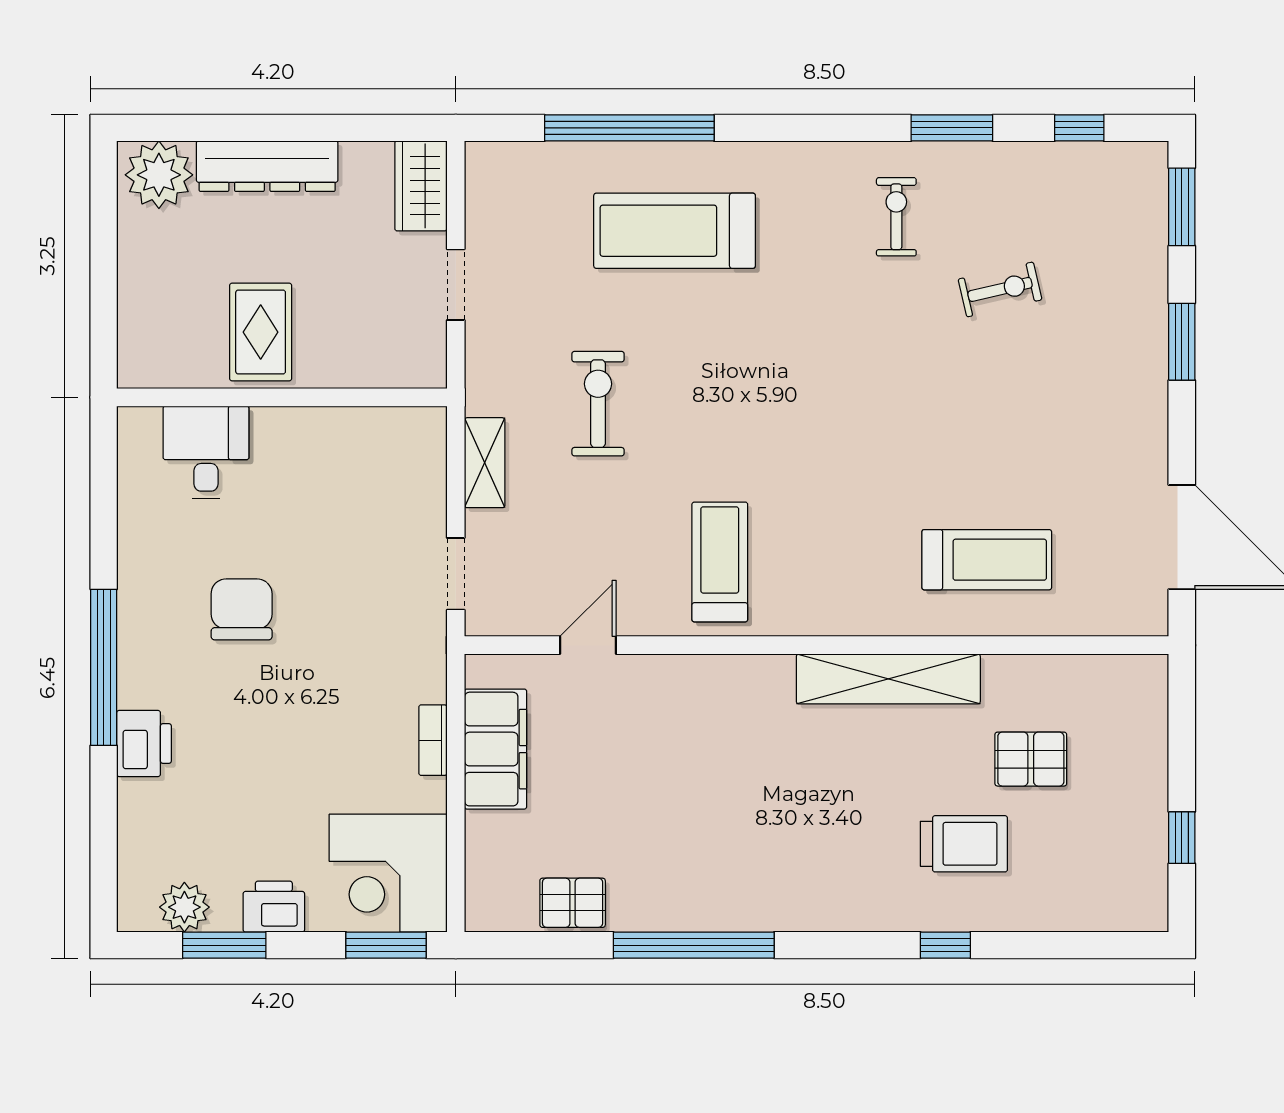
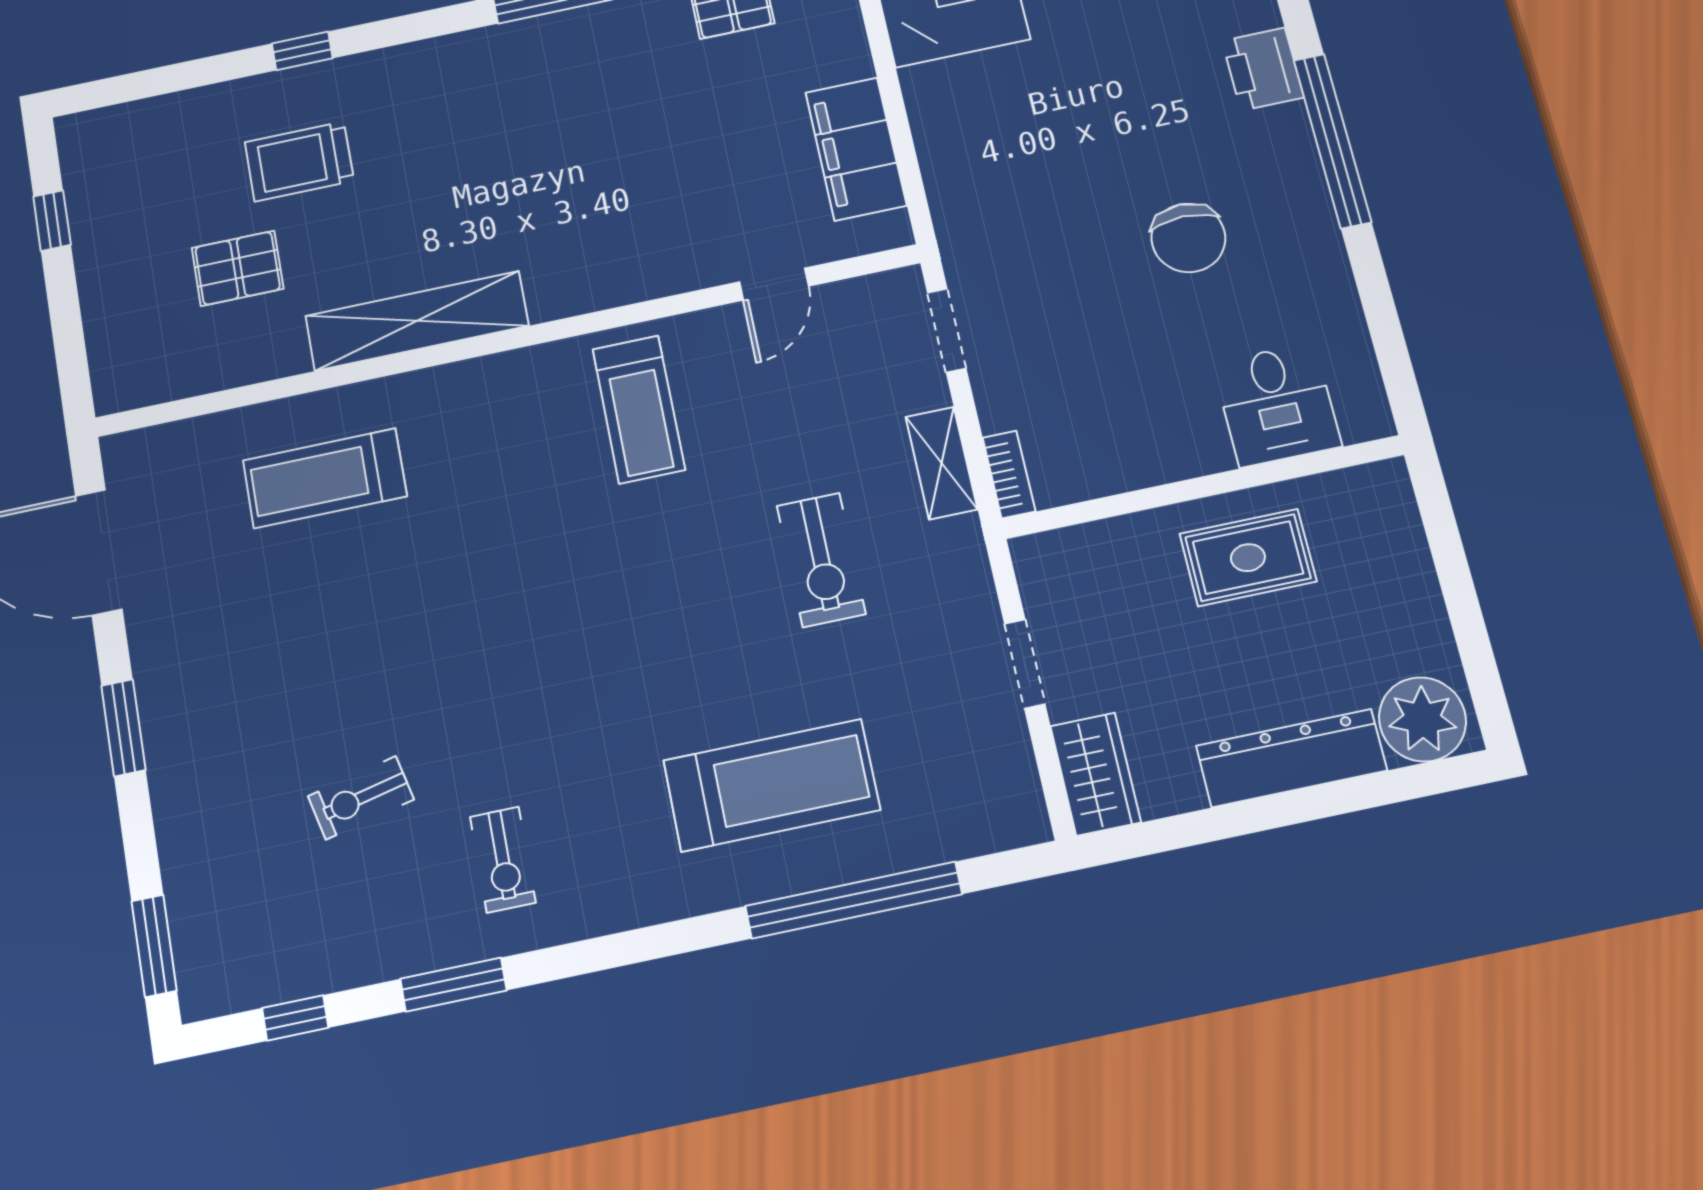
rug: (261, 332) -> (1248, 558), turned 90
window: (1182, 342) -> (123, 728), moved
bookcase: (433, 740) -> (1009, 474), moved

